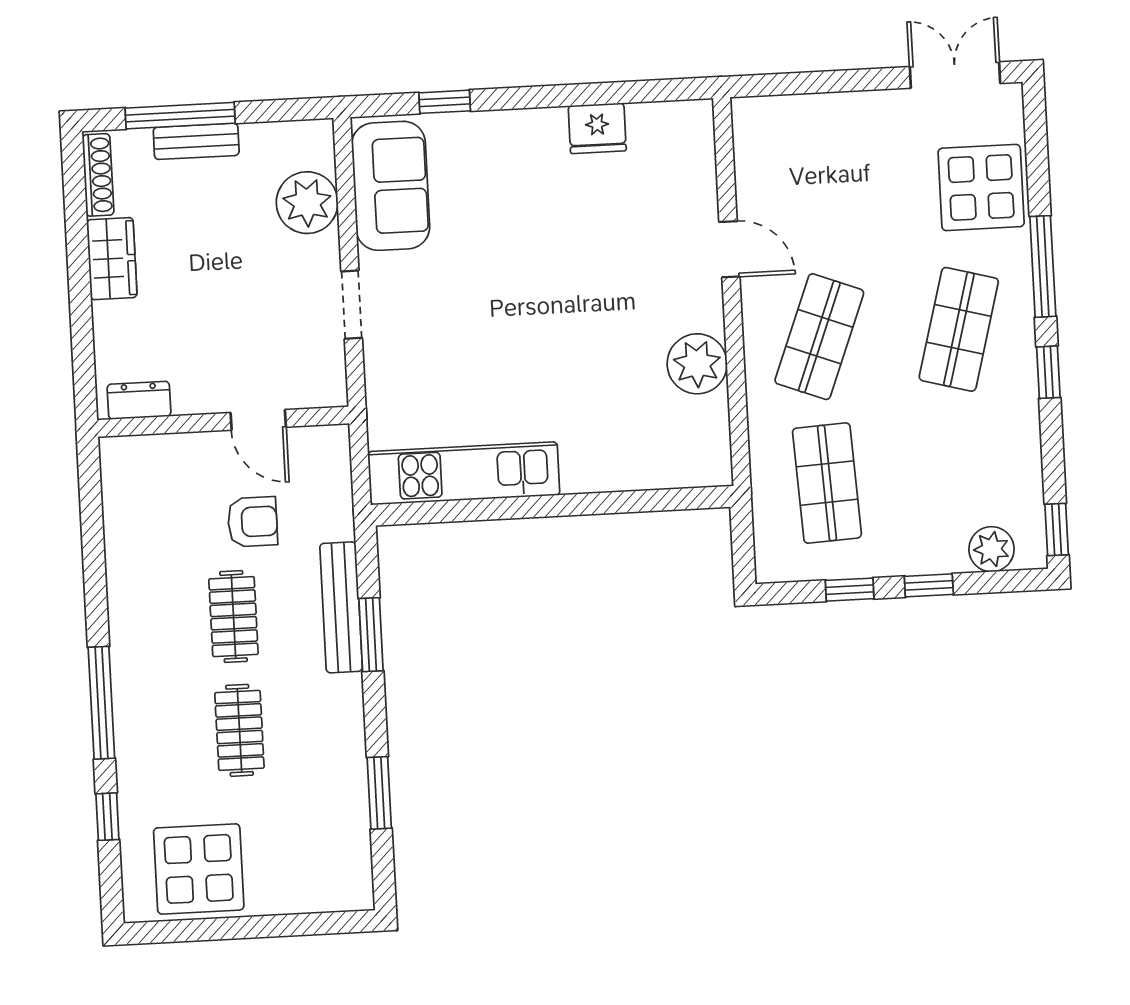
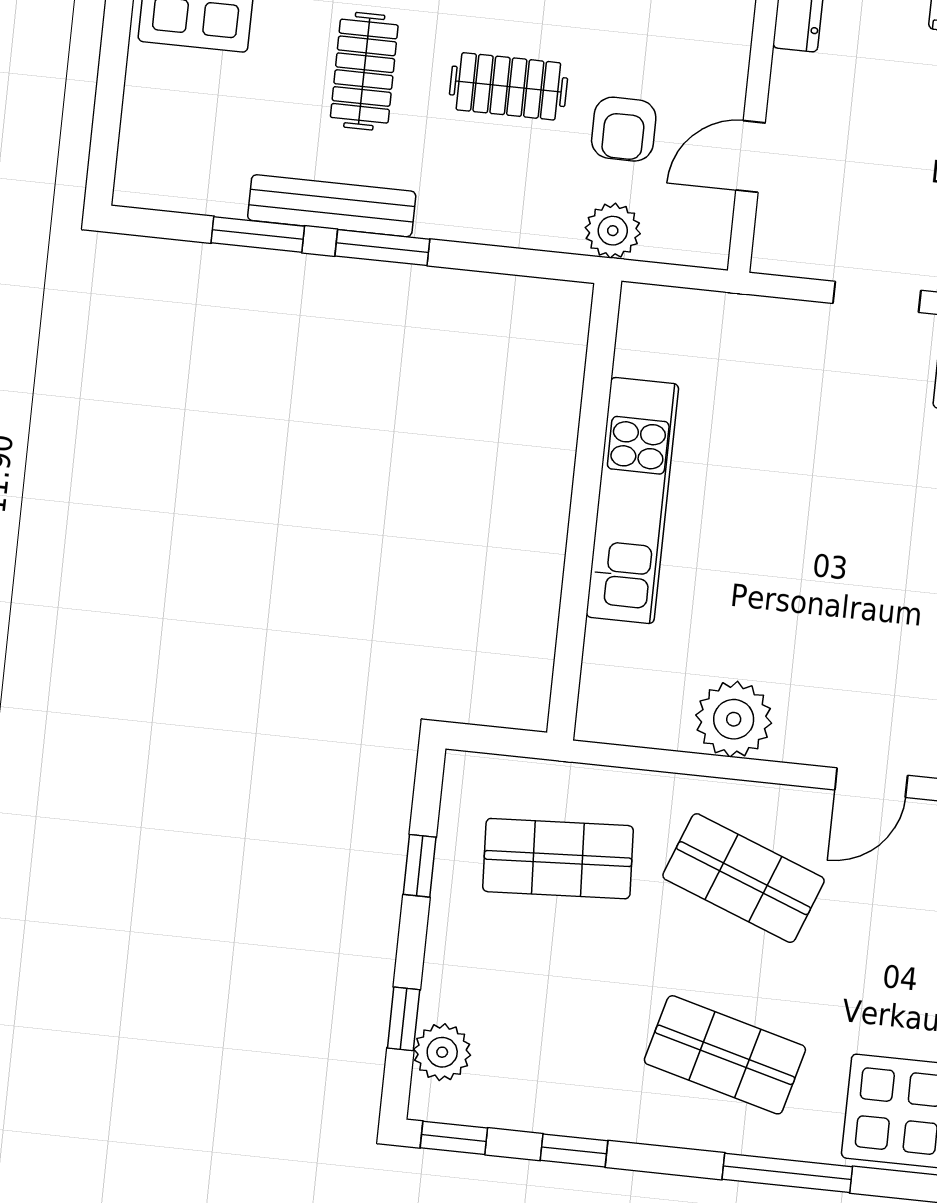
window: (1048, 372) -> (574, 1151), moved
kitchen unit: (464, 473) -> (632, 500), moved
plant: (333, 518) -> (613, 231), added
window: (929, 585) -> (404, 1019), moved
bench: (341, 607) -> (332, 206), moved
window: (371, 635) -> (382, 248), moved
clothes rail: (239, 730) -> (364, 71), turned 90

